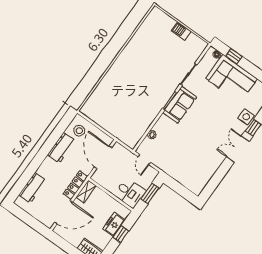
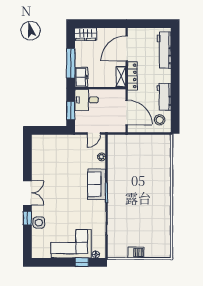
sofa: (180, 105) -> (97, 184), moved
door: (144, 160) -> (94, 133), swing flipped
workbench: (32, 188) -> (164, 50), width x1.38
freezer: (114, 224) -> (81, 77), moved
window: (121, 234) -> (71, 63), width x2.17

